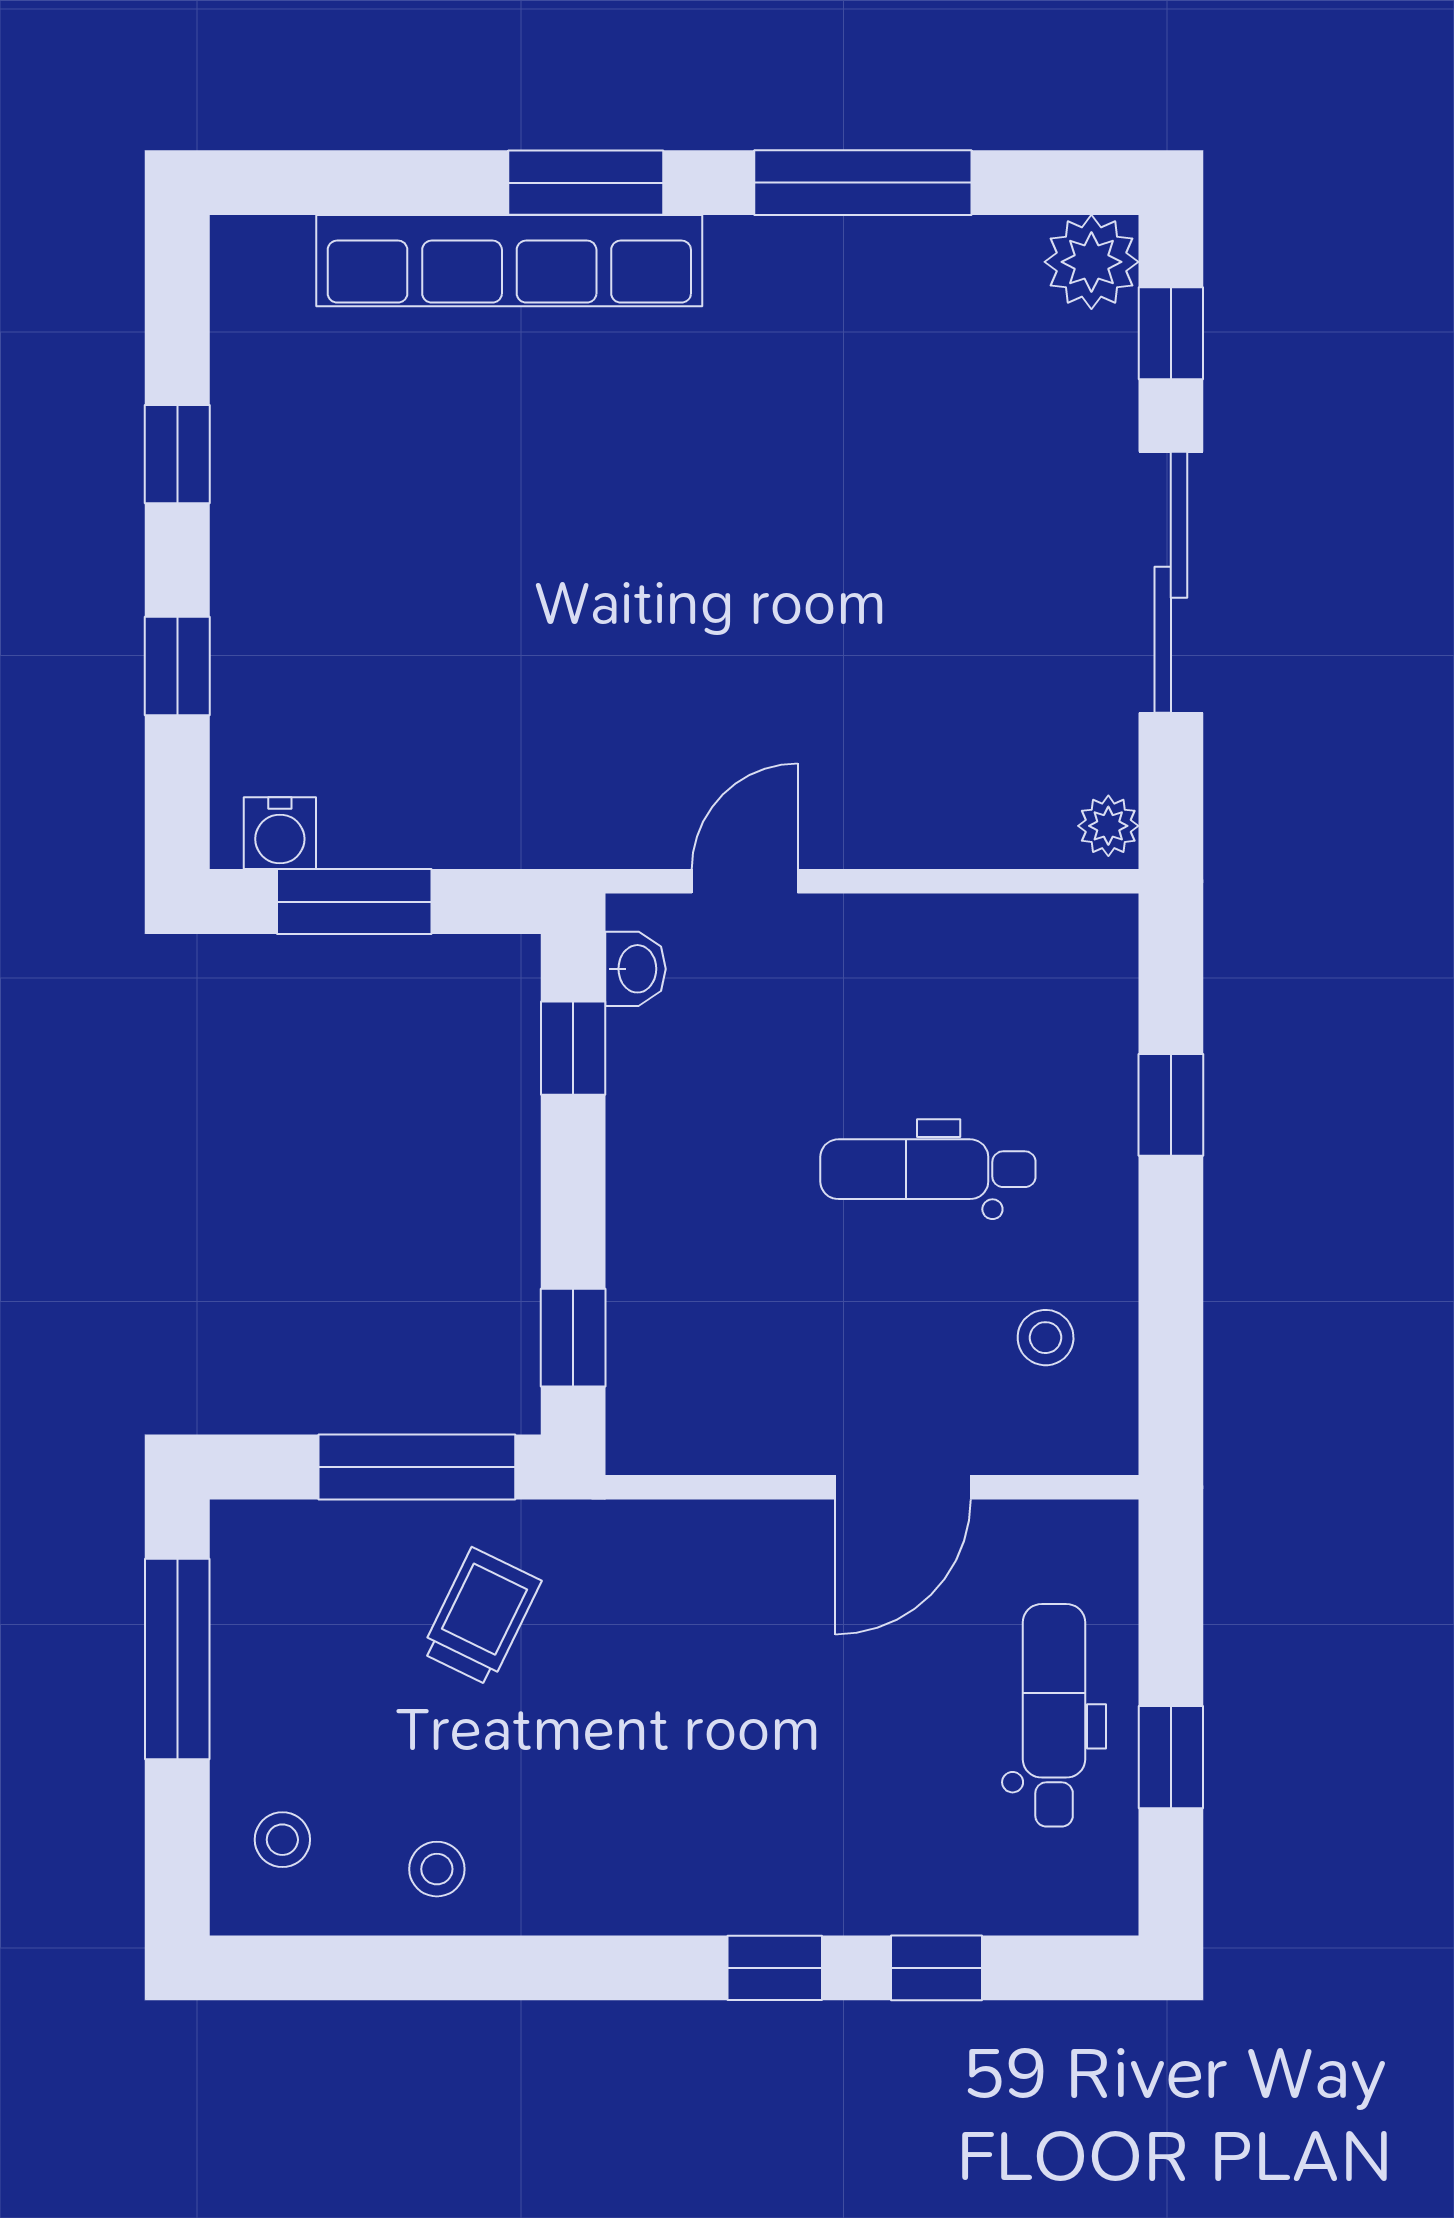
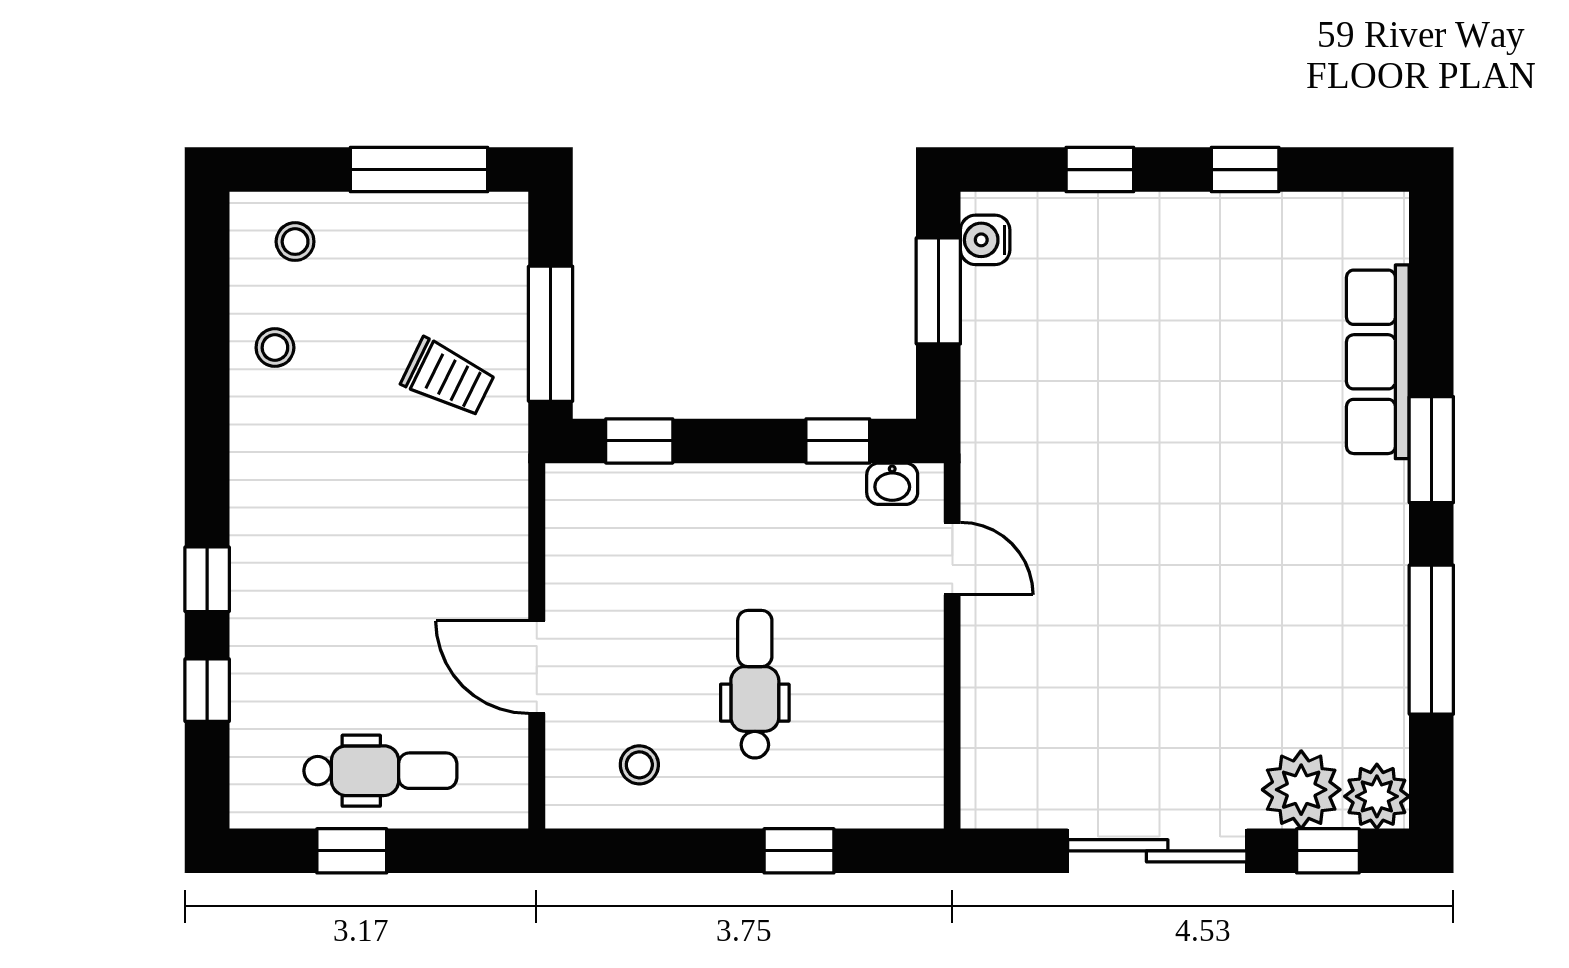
row of seats: (509, 261) -> (1378, 362), width x0.73
plant: (1108, 826) -> (1301, 790), moved, width x1.88, depth x1.88

